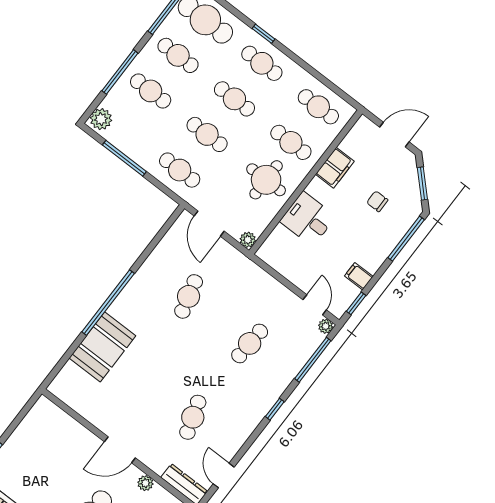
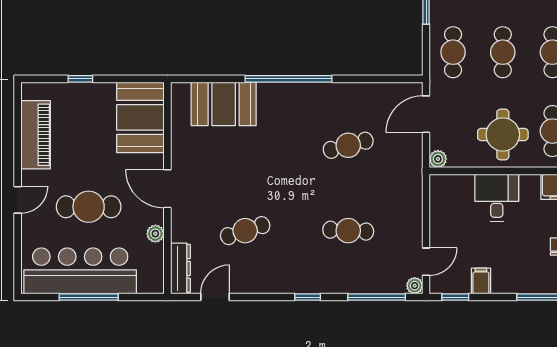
booth: (102, 347) -> (224, 104), moved
booth: (54, 430) -> (140, 117), added

